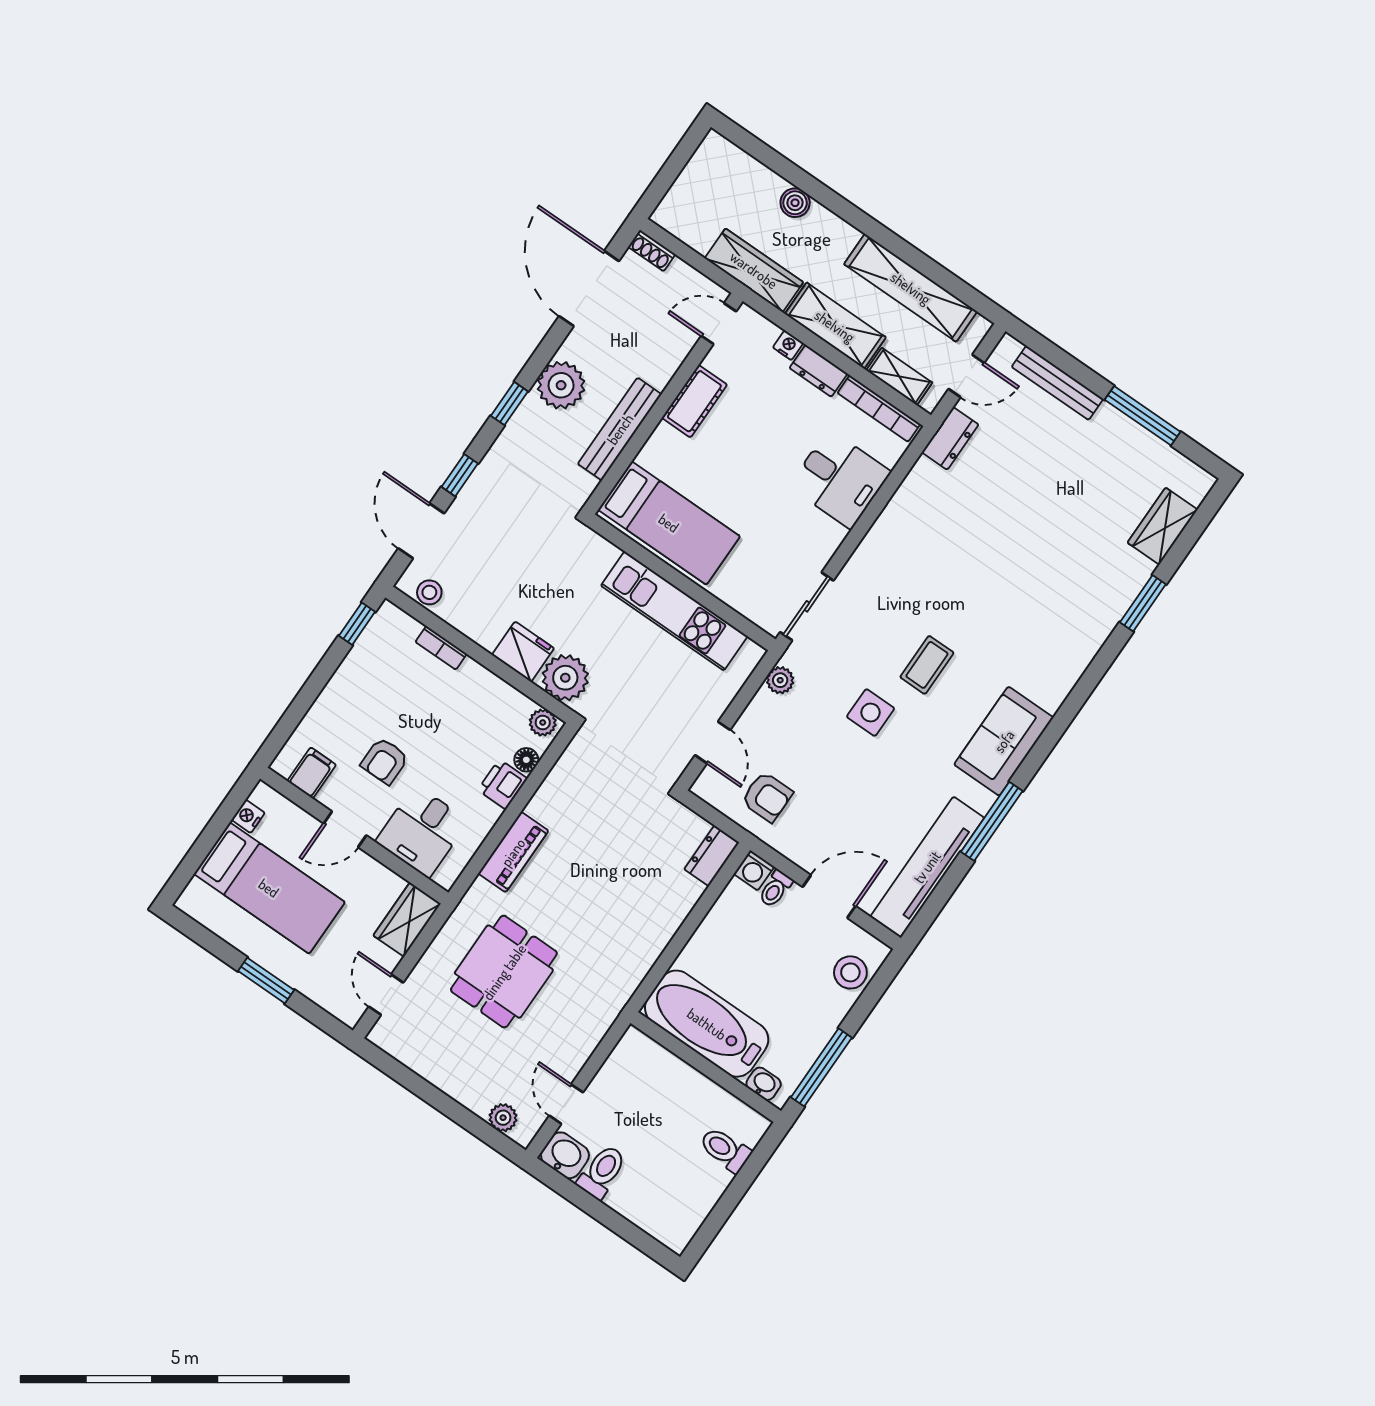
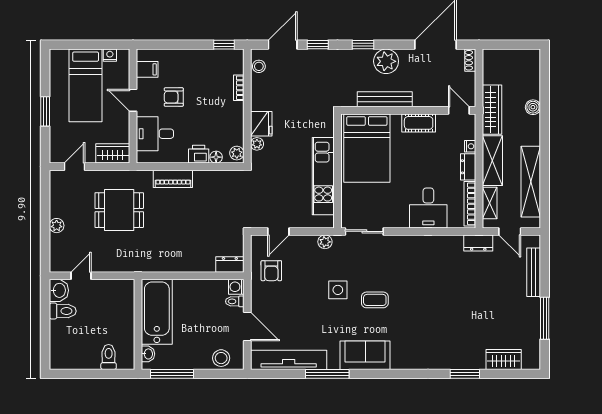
bed: (669, 523) -> (367, 148), width x1.50
plant: (565, 678) -> (257, 144), width x0.53, depth x0.53
plant: (503, 1118) -> (57, 226), moved

